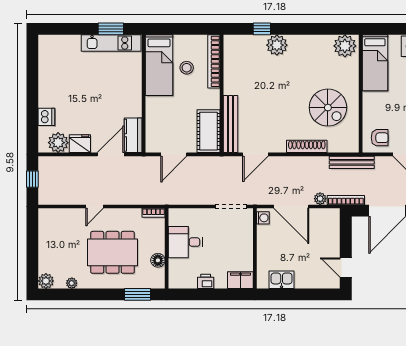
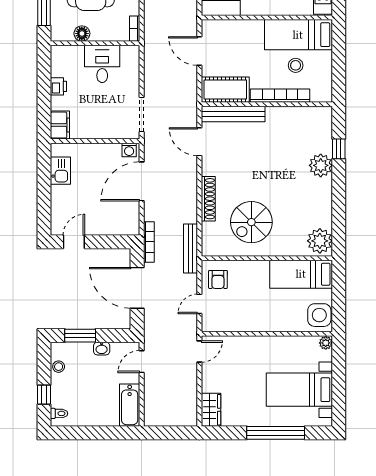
bookcase: (214, 61) -> (280, 96), moved
plant: (320, 199) -> (150, 213), removed

